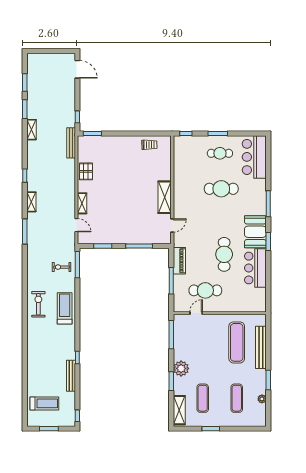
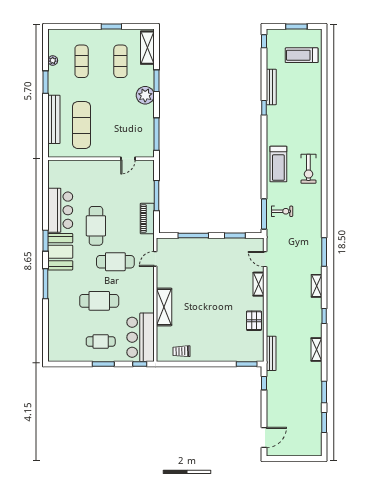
door: (77, 69) -> (264, 438), swing flipped
shelving: (31, 130) -> (316, 349), moved
bar counter: (254, 157) -> (141, 337), moved, turned 180
shelving: (165, 197) -> (164, 307), moved
cafe table: (205, 290) -> (115, 262), moved

